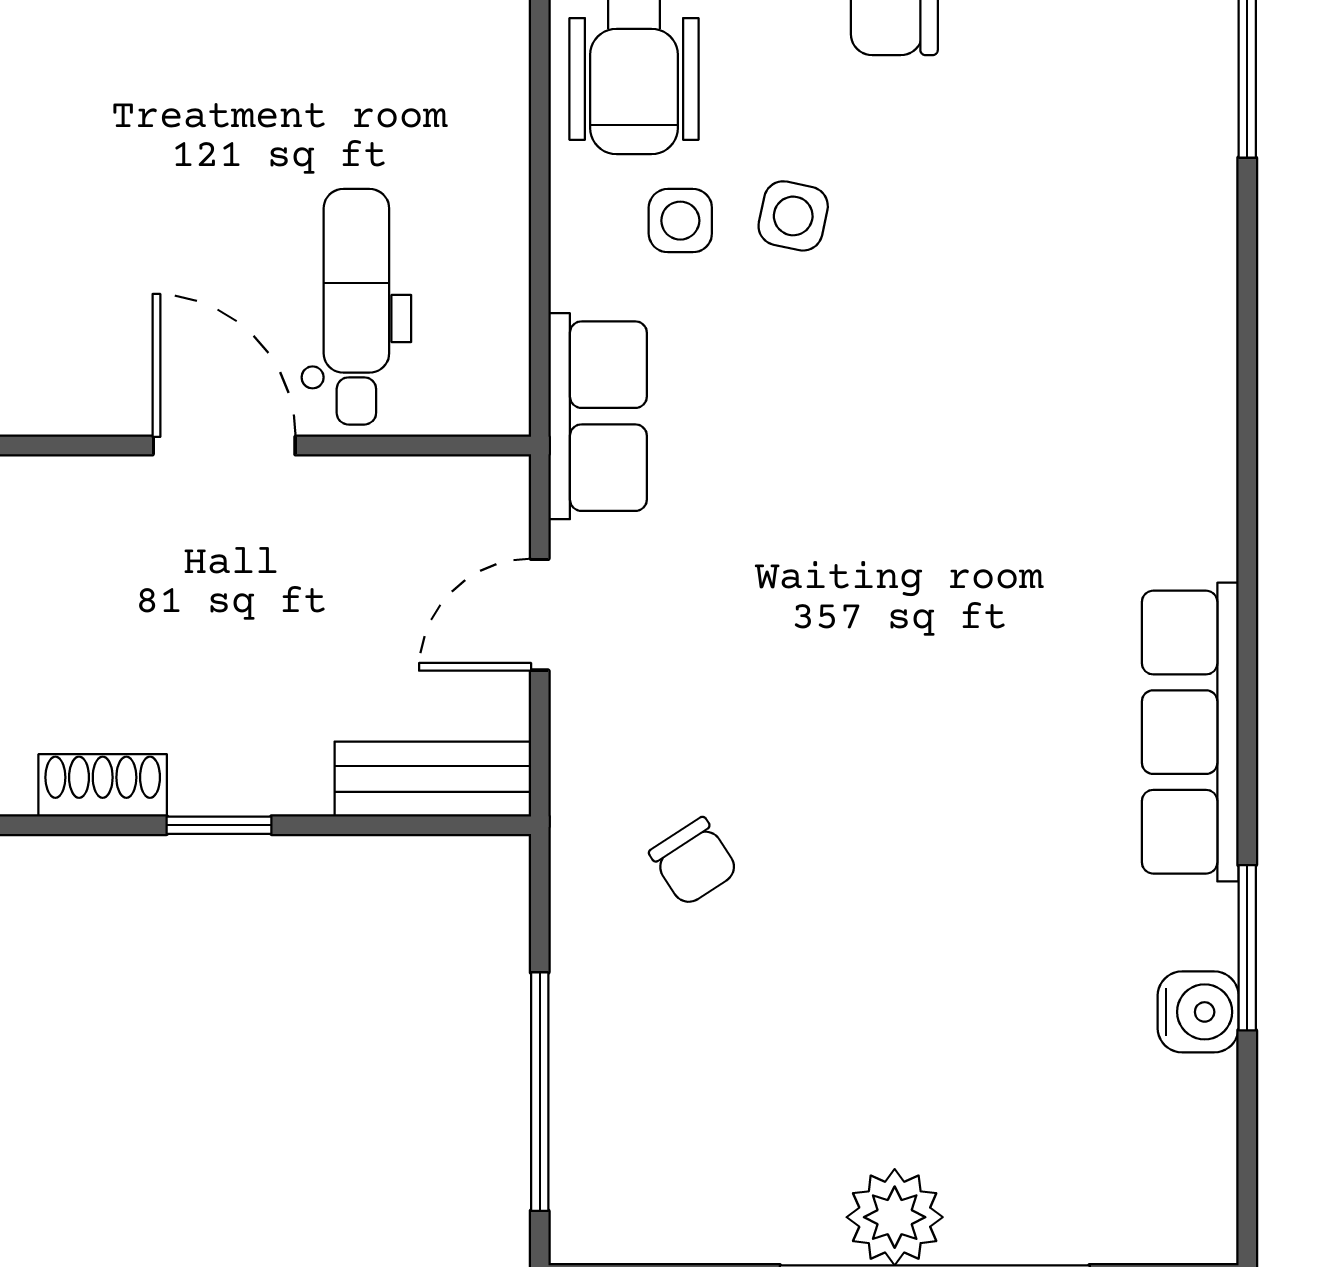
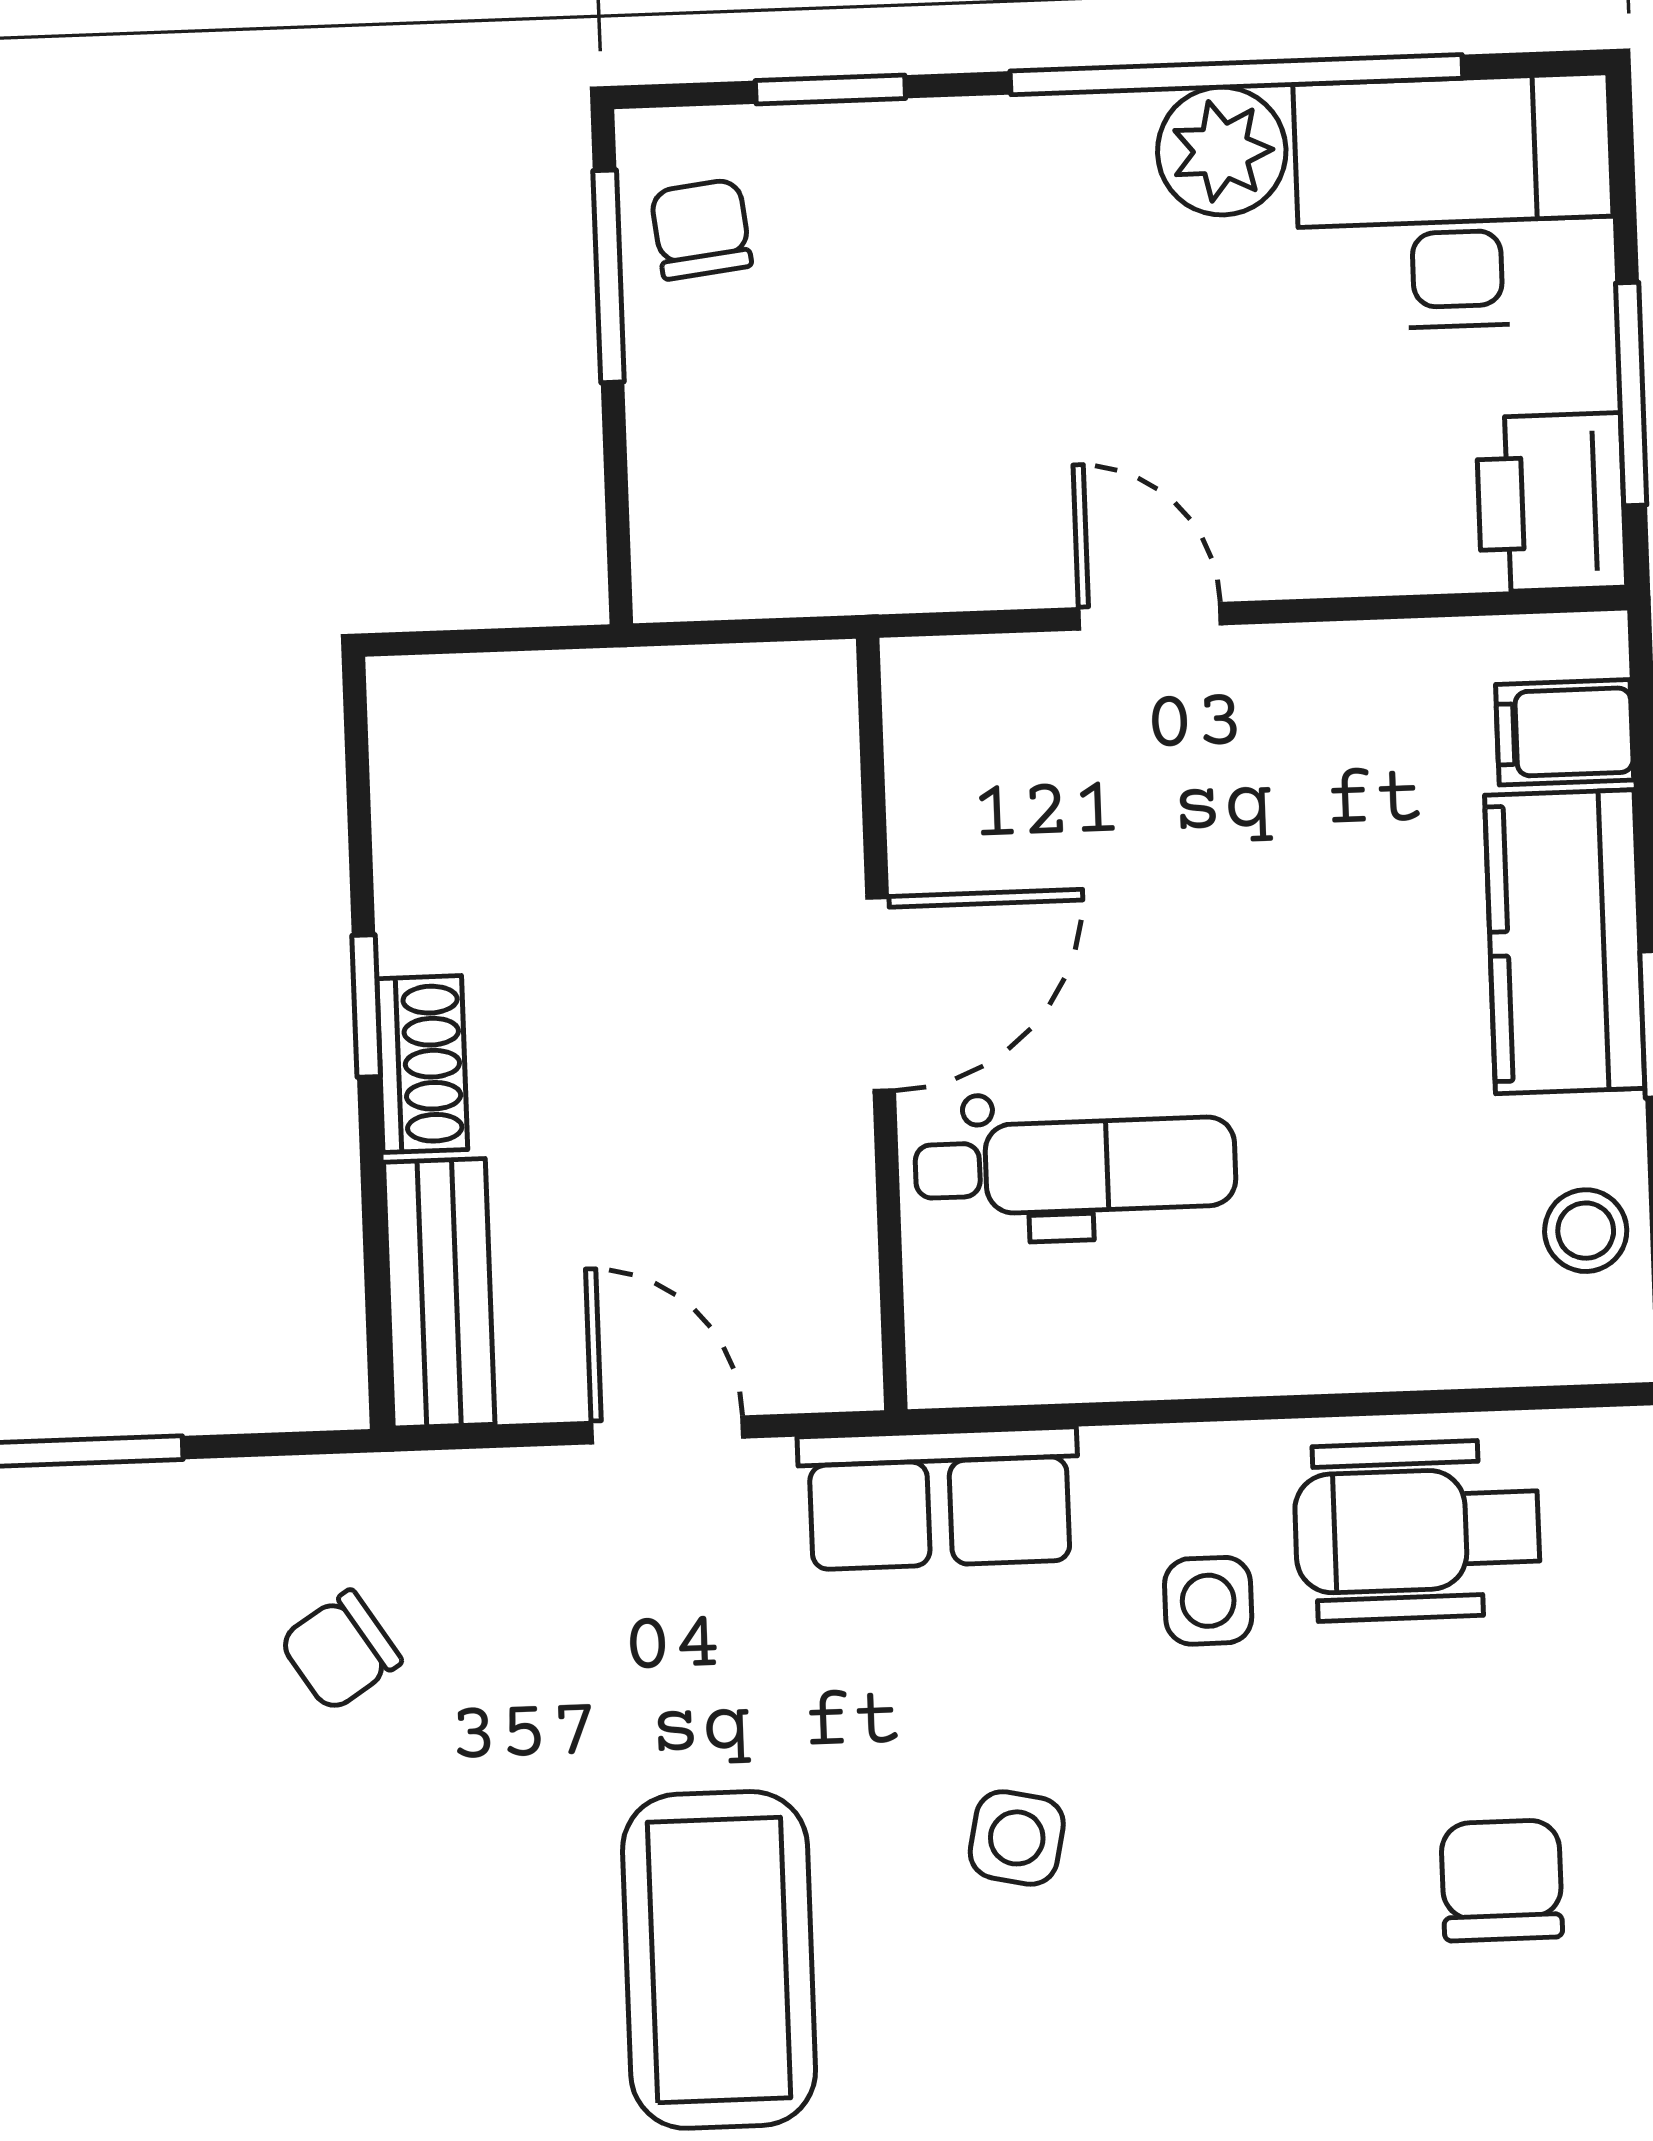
side table: (793, 216) -> (1017, 1838), moved
coffee table: (932, 591) -> (719, 1960), added
shoe rack: (103, 785) -> (422, 1064), moved

